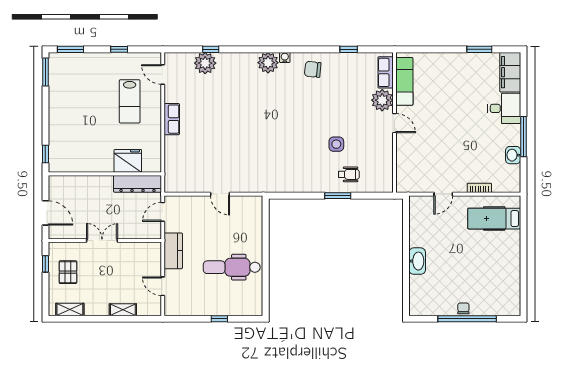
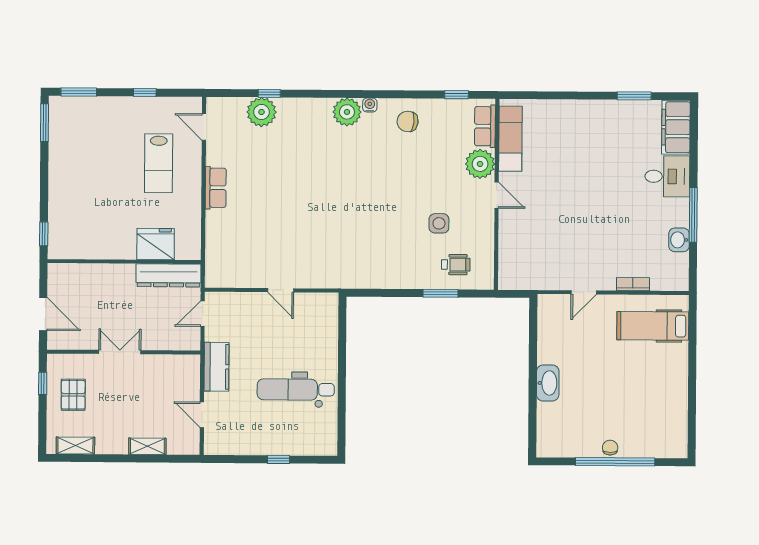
row of seats: (386, 72) -> (485, 126), moved
exam couch: (404, 81) -> (510, 139), moved
plant: (382, 100) -> (480, 164), moved
wall: (395, 122) -> (497, 194), moved
door: (395, 123) -> (497, 195), moved

